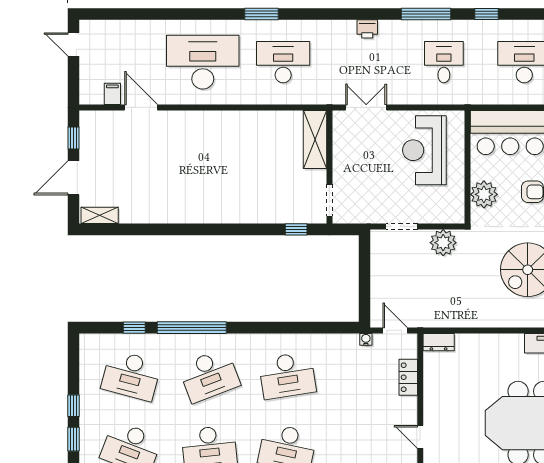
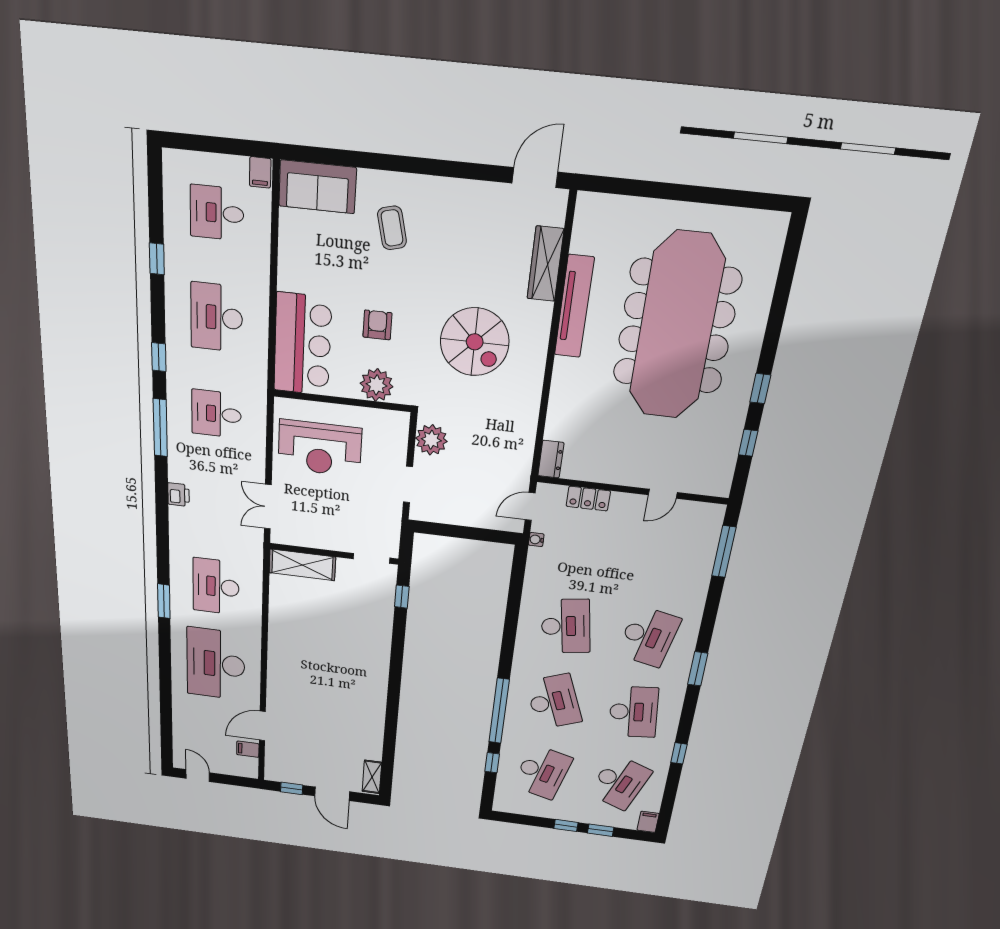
door: (73, 44) -> (198, 776), swing flipped

